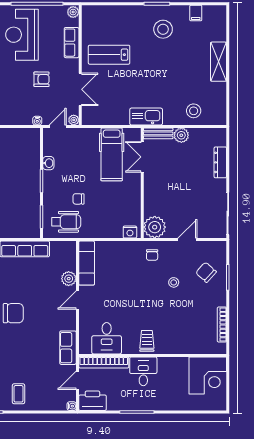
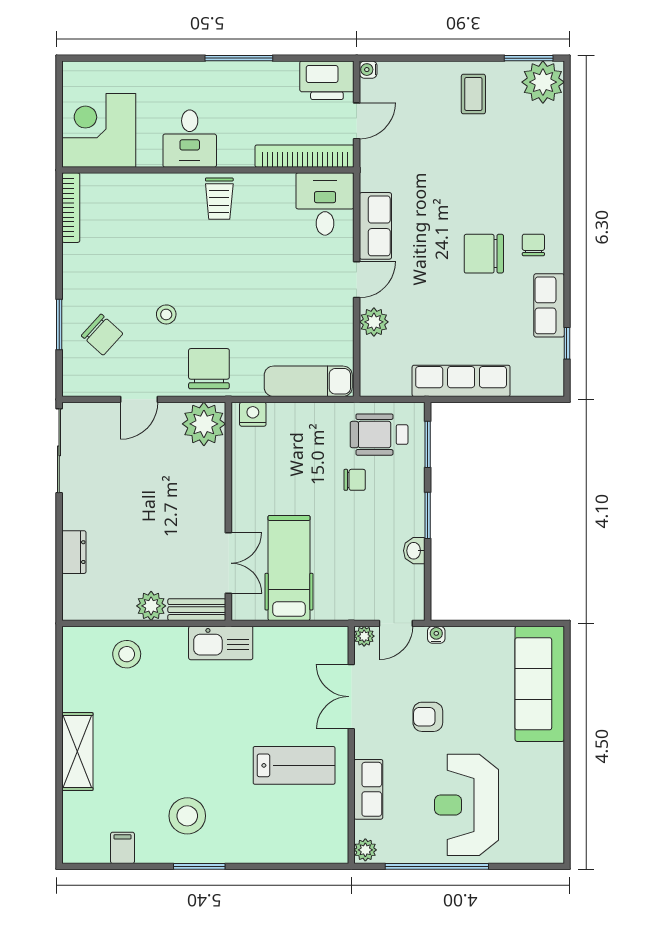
reception desk: (22, 35) -> (467, 805), turned 180
dresser: (220, 162) -> (74, 552), width x0.70
chair: (152, 255) -> (209, 369), width x1.87, depth x1.87
exam couch: (87, 263) -> (308, 381), moved, turned 90
bookcase: (222, 325) -> (71, 208), moved
desk: (107, 338) -> (325, 204), moved
row of seats: (68, 348) -> (375, 226), moved
desk: (143, 371) -> (190, 139), moved

